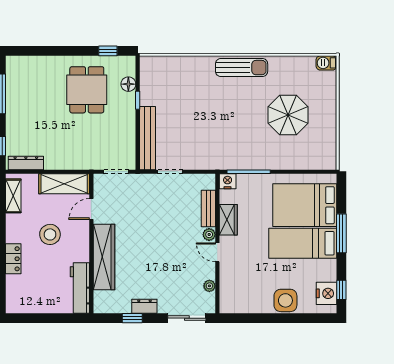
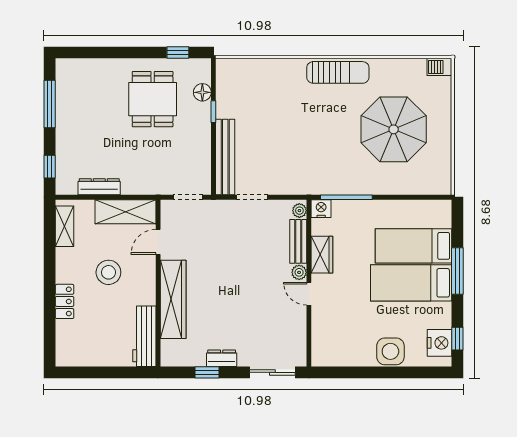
parasol: (288, 115) -> (394, 129), width x1.36, depth x1.36
dresser: (26, 163) -> (99, 187), moved
bed: (305, 205) -> (414, 246), width x0.67
plant: (209, 286) -> (299, 211), moved

